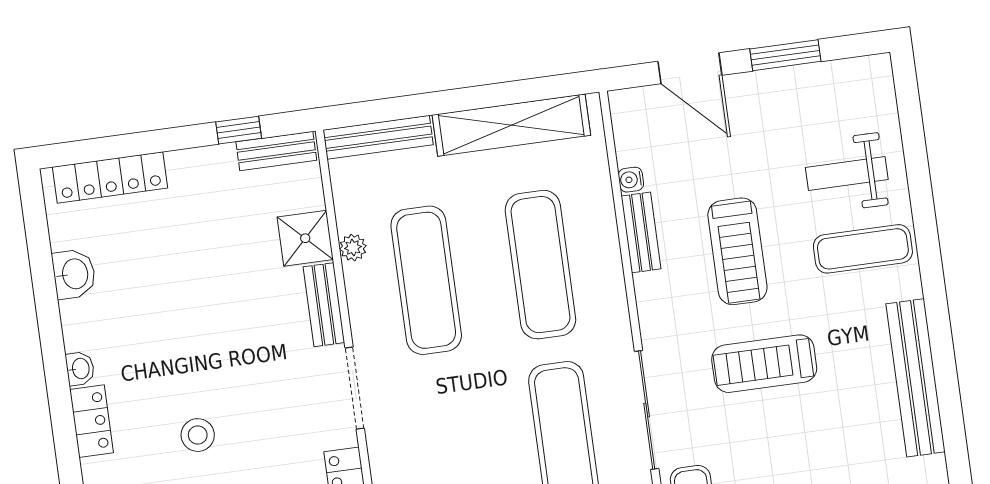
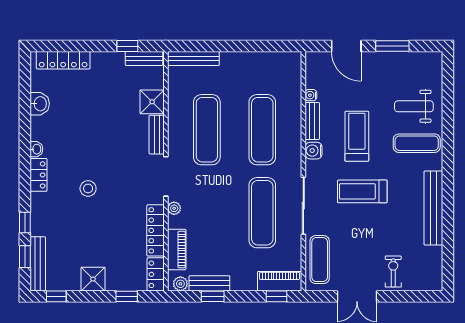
shelving: (511, 125) -> (257, 61), removed
plant: (353, 248) -> (174, 208), moved
treadmill: (737, 251) -> (357, 136), turned 180
water cooler: (652, 293) -> (314, 151), added

